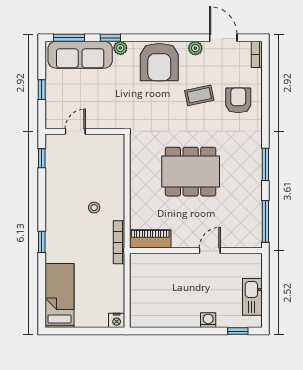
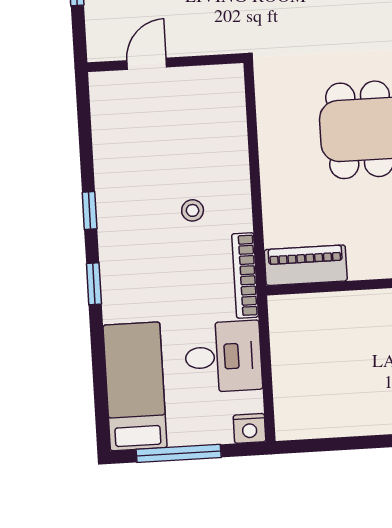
window: (42, 158) -> (90, 210), moved
desk: (105, 283) -> (223, 357), added
window: (80, 331) -> (179, 453), added

